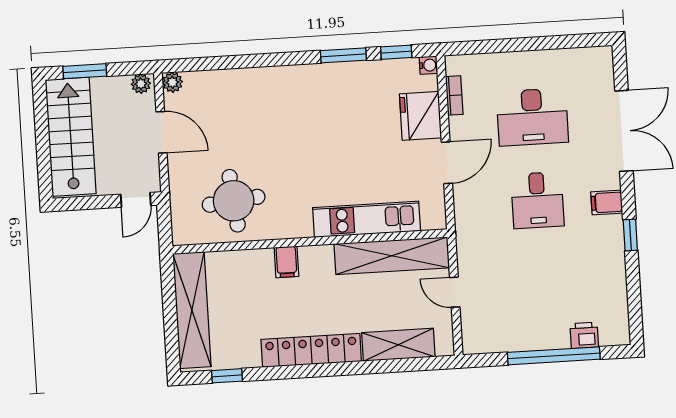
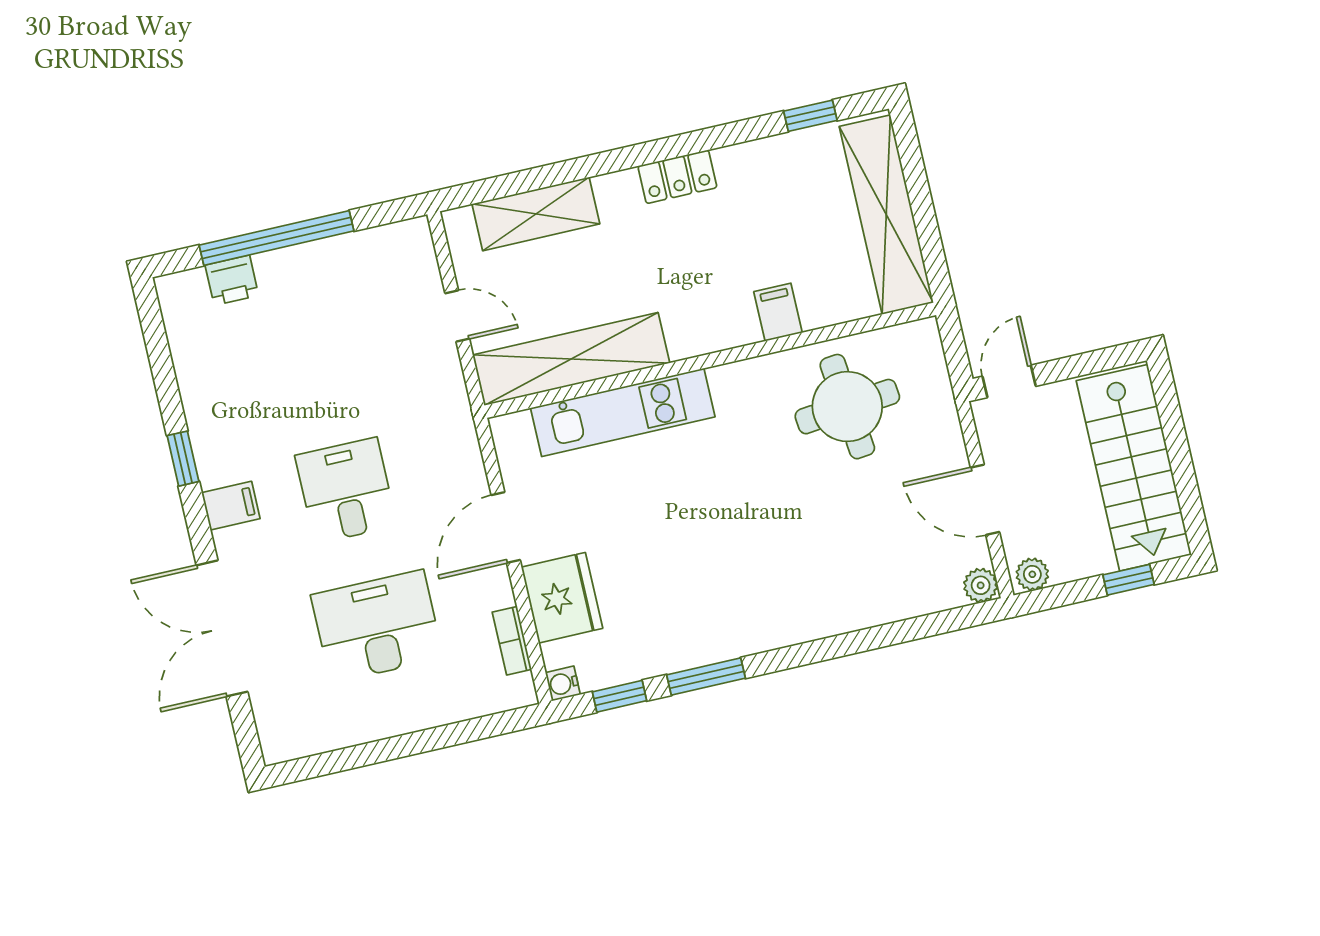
window: (85, 71) -> (1128, 580), width x0.67
filing cabinet: (286, 262) -> (778, 312), moved
locker: (311, 350) -> (677, 177), width x0.46, depth x0.83

